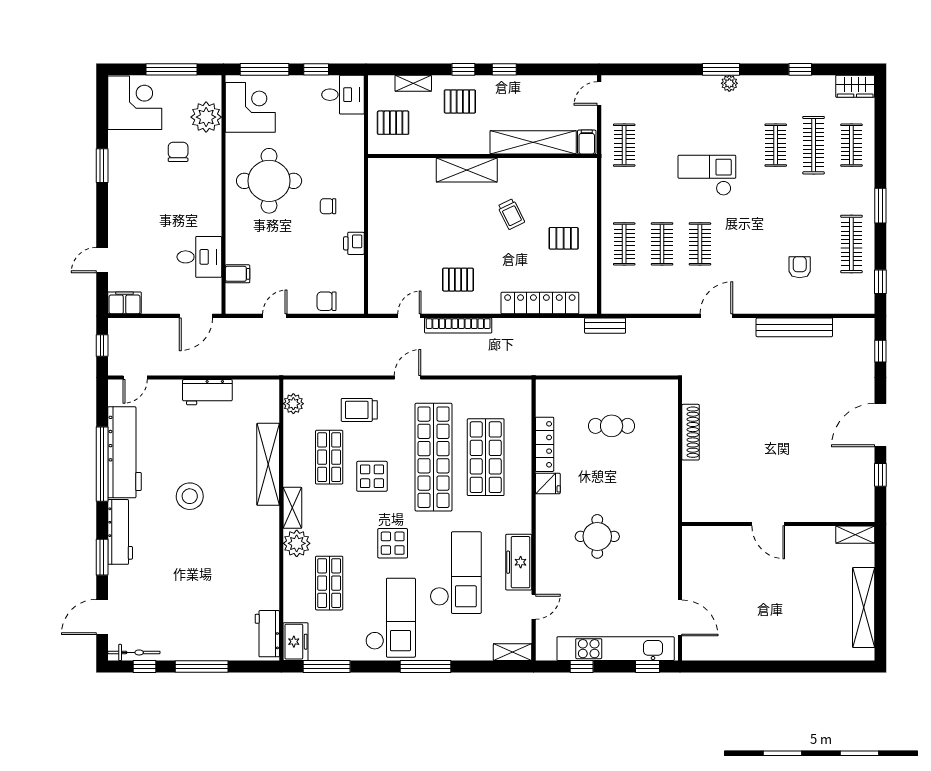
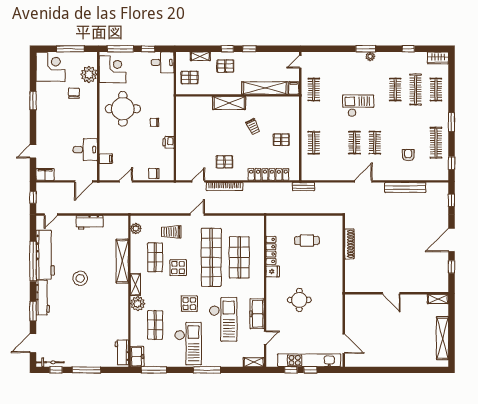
clothes rail: (662, 244) -> (375, 143), moved
window: (647, 667) -> (310, 370), moved

